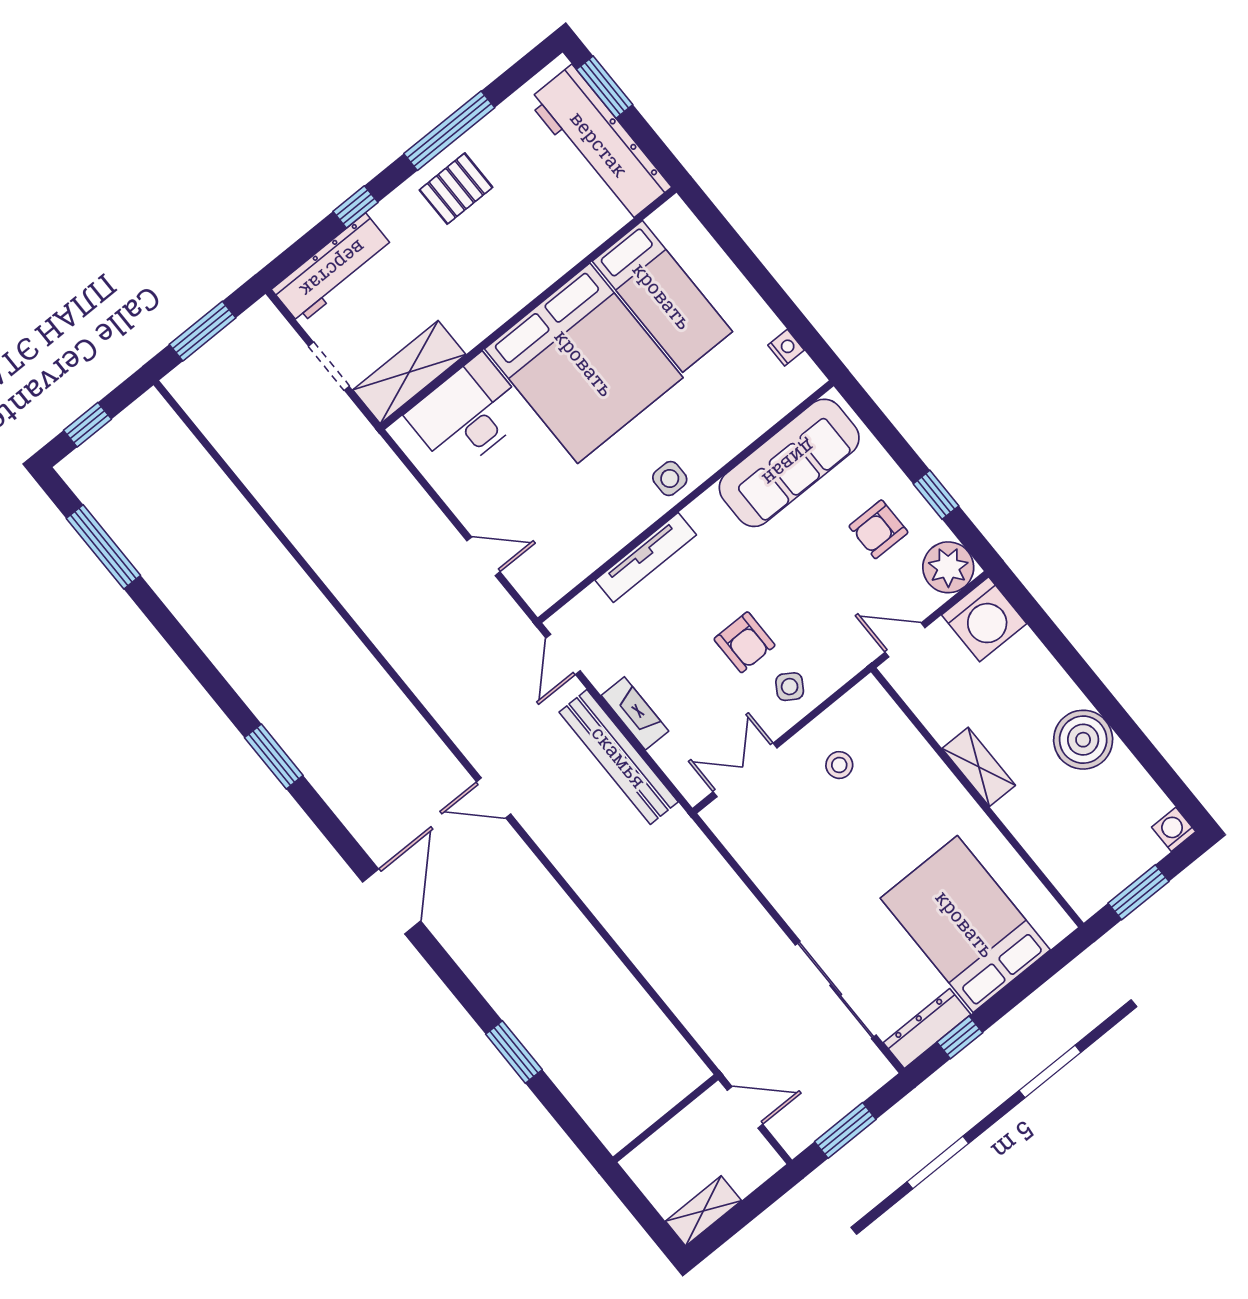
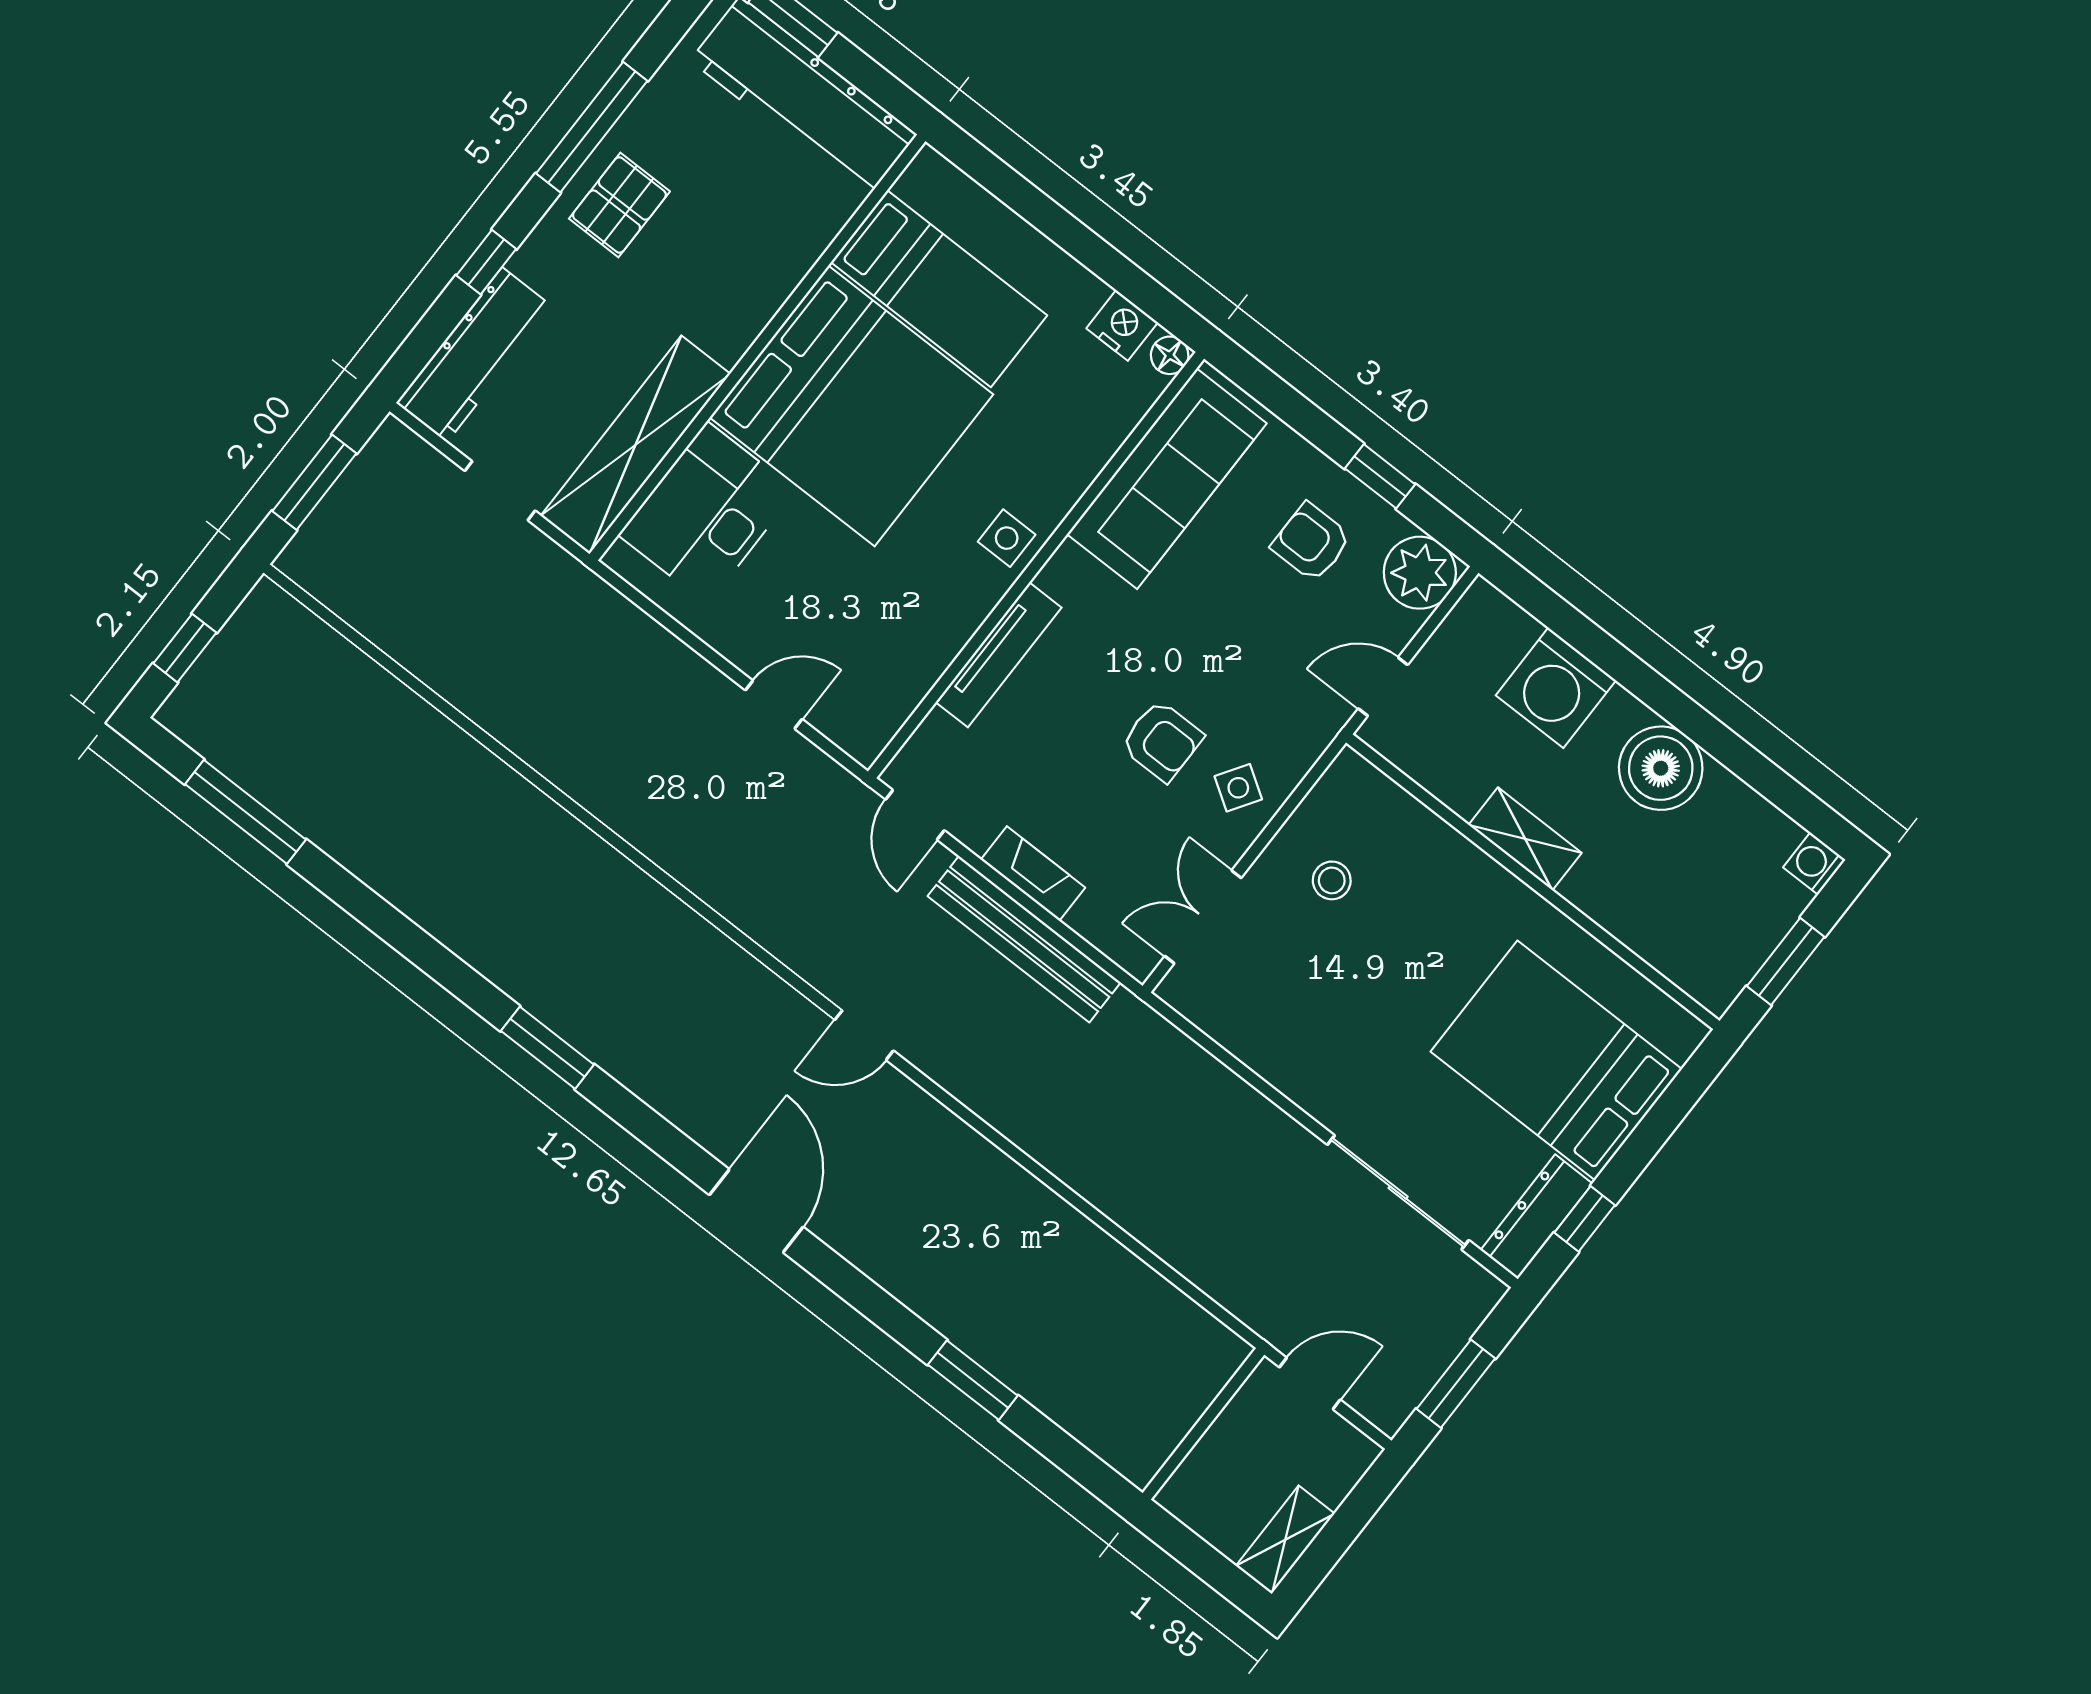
nightstand: (786, 348) -> (1122, 325), width x1.39, depth x1.35
shelving: (409, 372) -> (635, 445), width x1.47
floor lamp: (811, 379) -> (1170, 355), added
armchair: (878, 529) -> (1311, 542), turned 90
washing machine: (984, 619) -> (1556, 688), moved, turned 90

